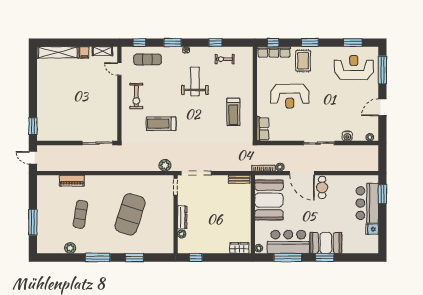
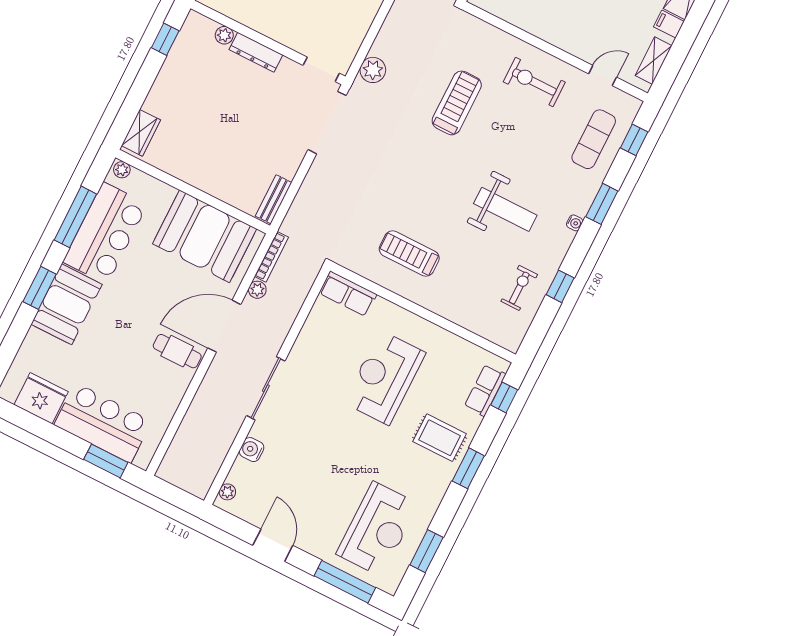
row of seats: (274, 52) -> (485, 390), width x0.68
fridge: (372, 229) -> (41, 398), width x1.88, depth x1.34

